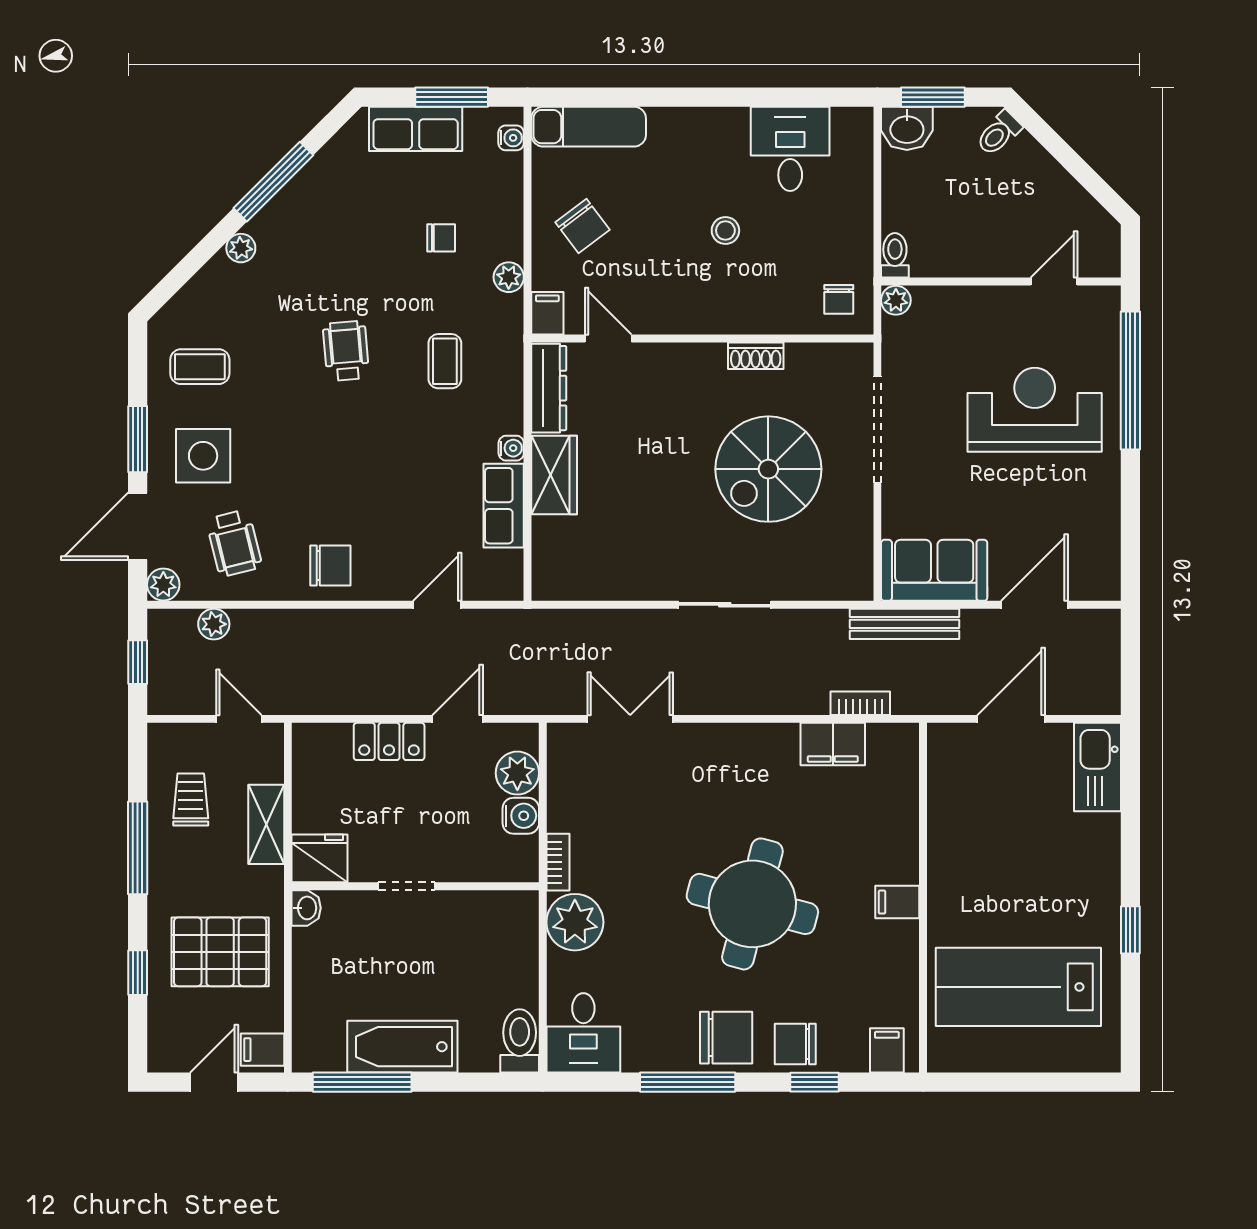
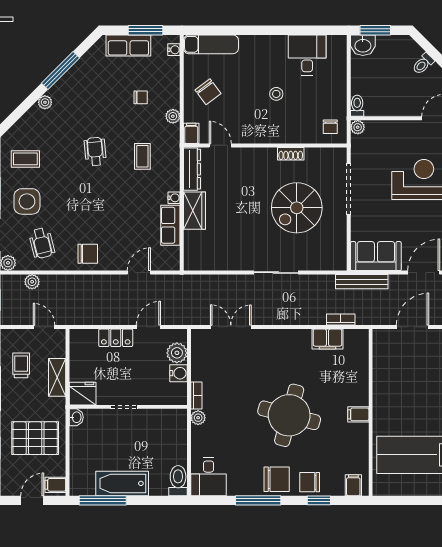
toilet: (999, 133) -> (423, 64), moved
plant: (575, 922) -> (198, 418), width x0.53, depth x0.53

